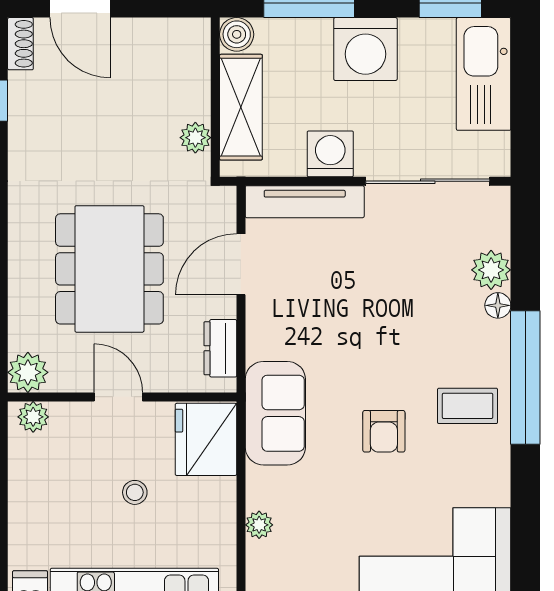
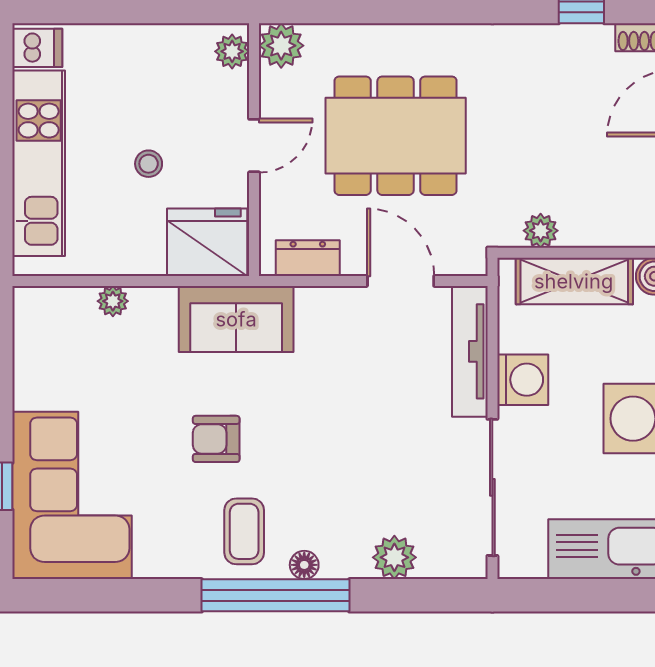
floor lamp: (498, 305) -> (304, 565), moved

